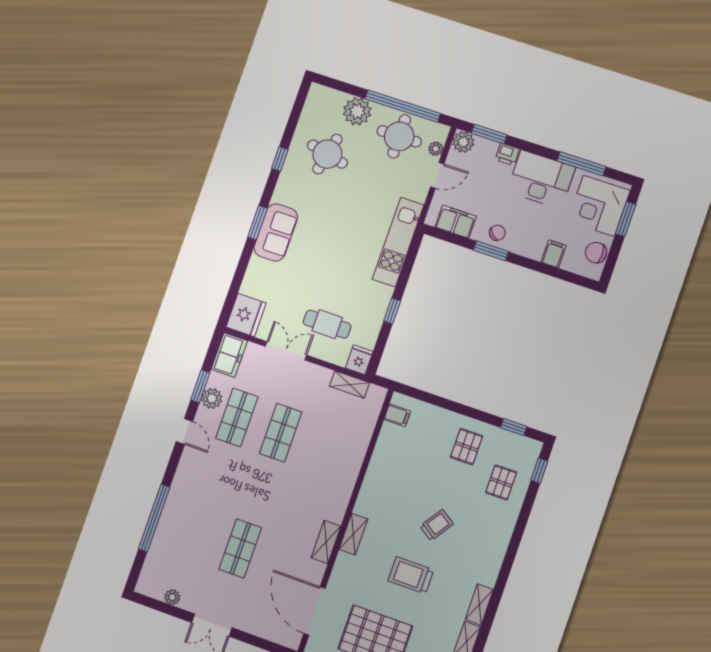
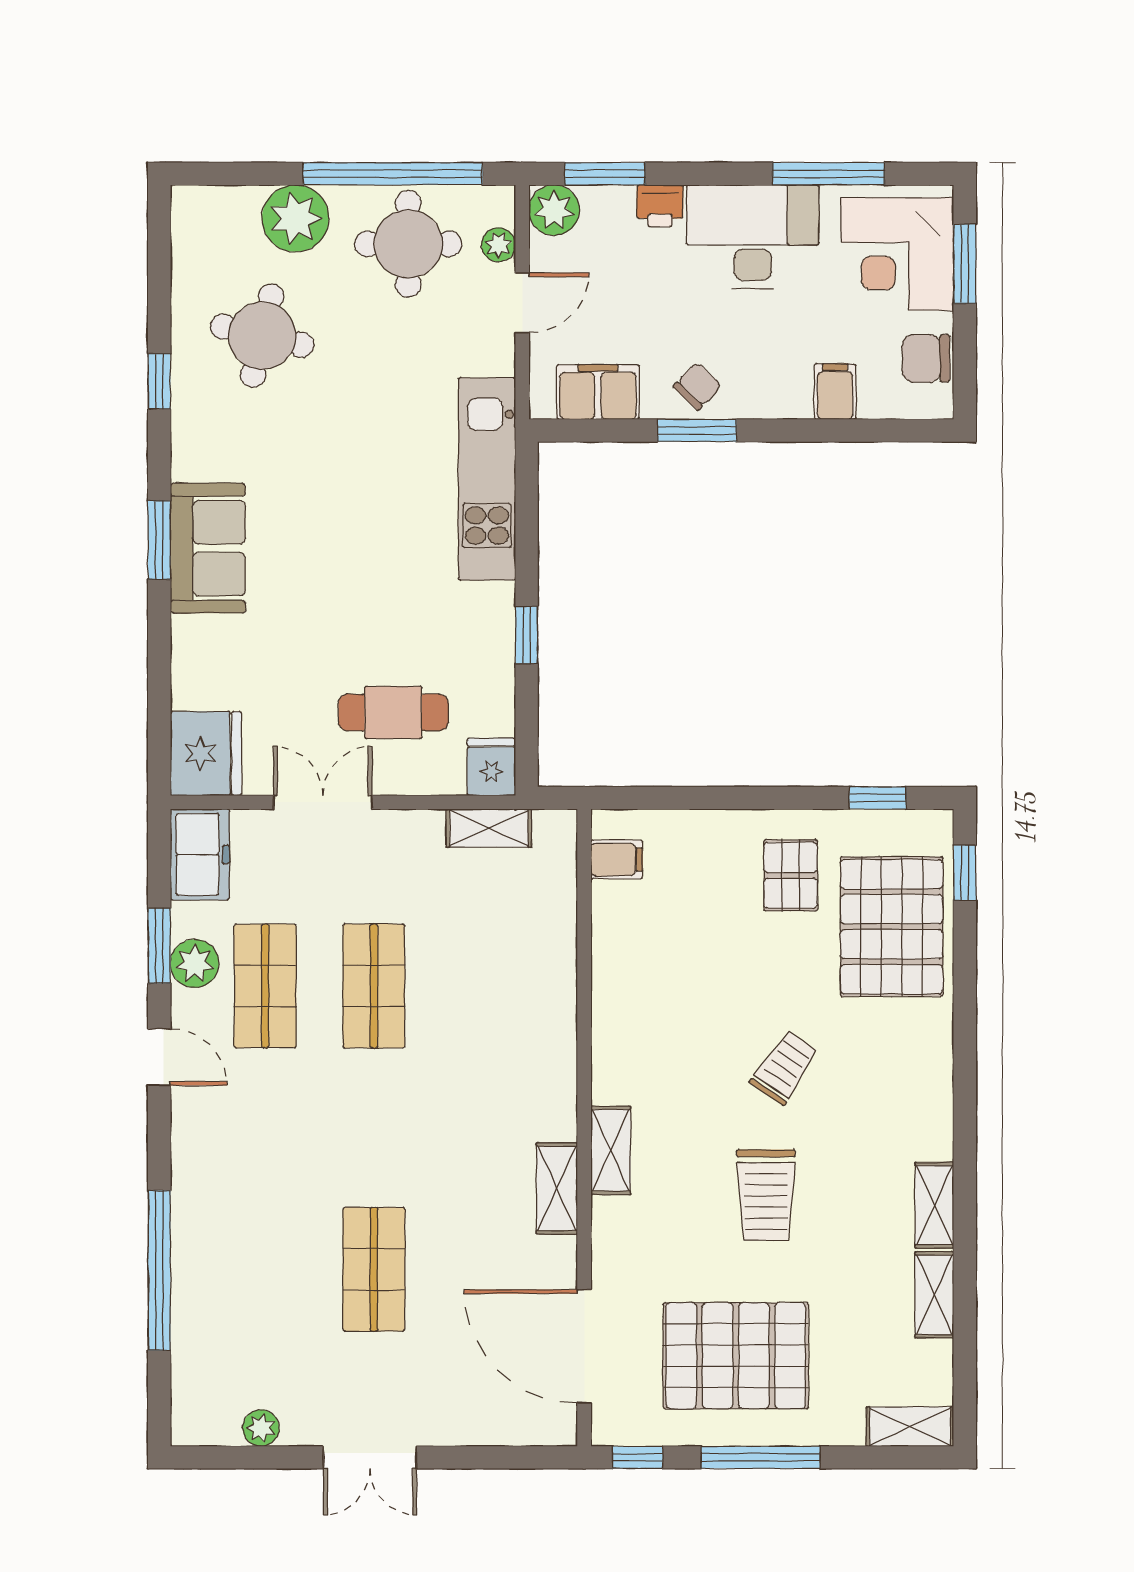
pallet: (501, 482) -> (892, 927), width x2.05, depth x2.00
trolley: (411, 575) -> (766, 1195), turned -90

